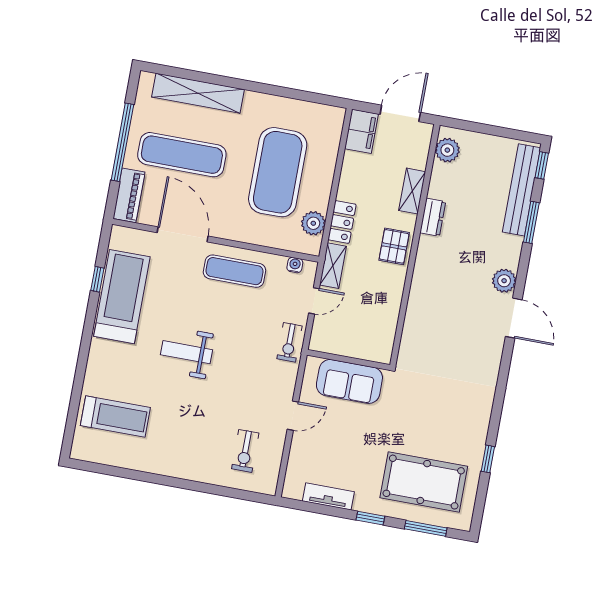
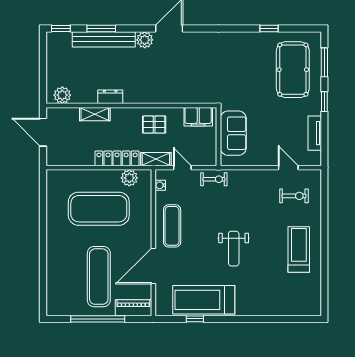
shelving: (198, 93) -> (55, 273), removed
filing cabinet: (361, 131) -> (198, 117), moved, turned 180
bench: (521, 190) -> (104, 39), moved
locker: (342, 222) -> (117, 158), width x1.53
pallet: (394, 246) -> (154, 125), moved
door: (293, 416) -> (288, 168), moved
treadmill: (115, 417) -> (299, 249), moved

